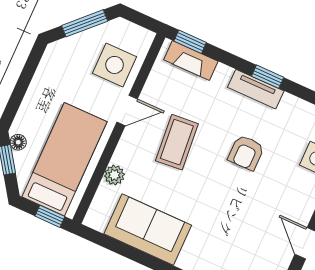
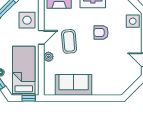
armchair: (246, 153) -> (101, 32), turned 90
plant: (114, 175) -> (48, 57), moved

